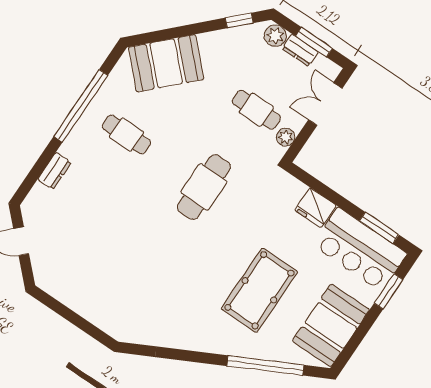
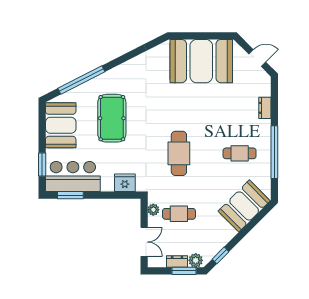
window: (314, 42) -> (184, 271), moved
fridge: (316, 208) -> (125, 183), moved
booth: (96, 286) -> (201, 61), added

